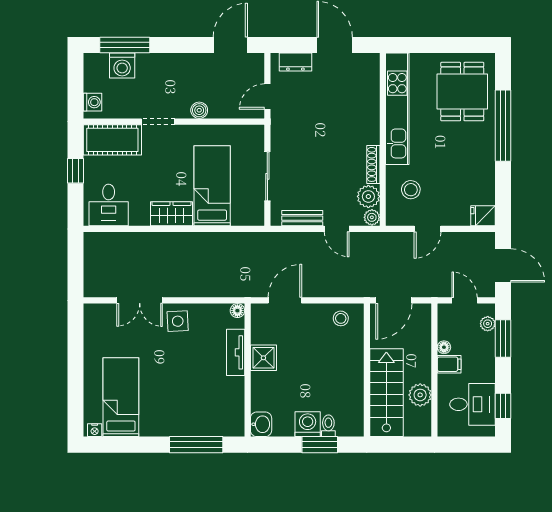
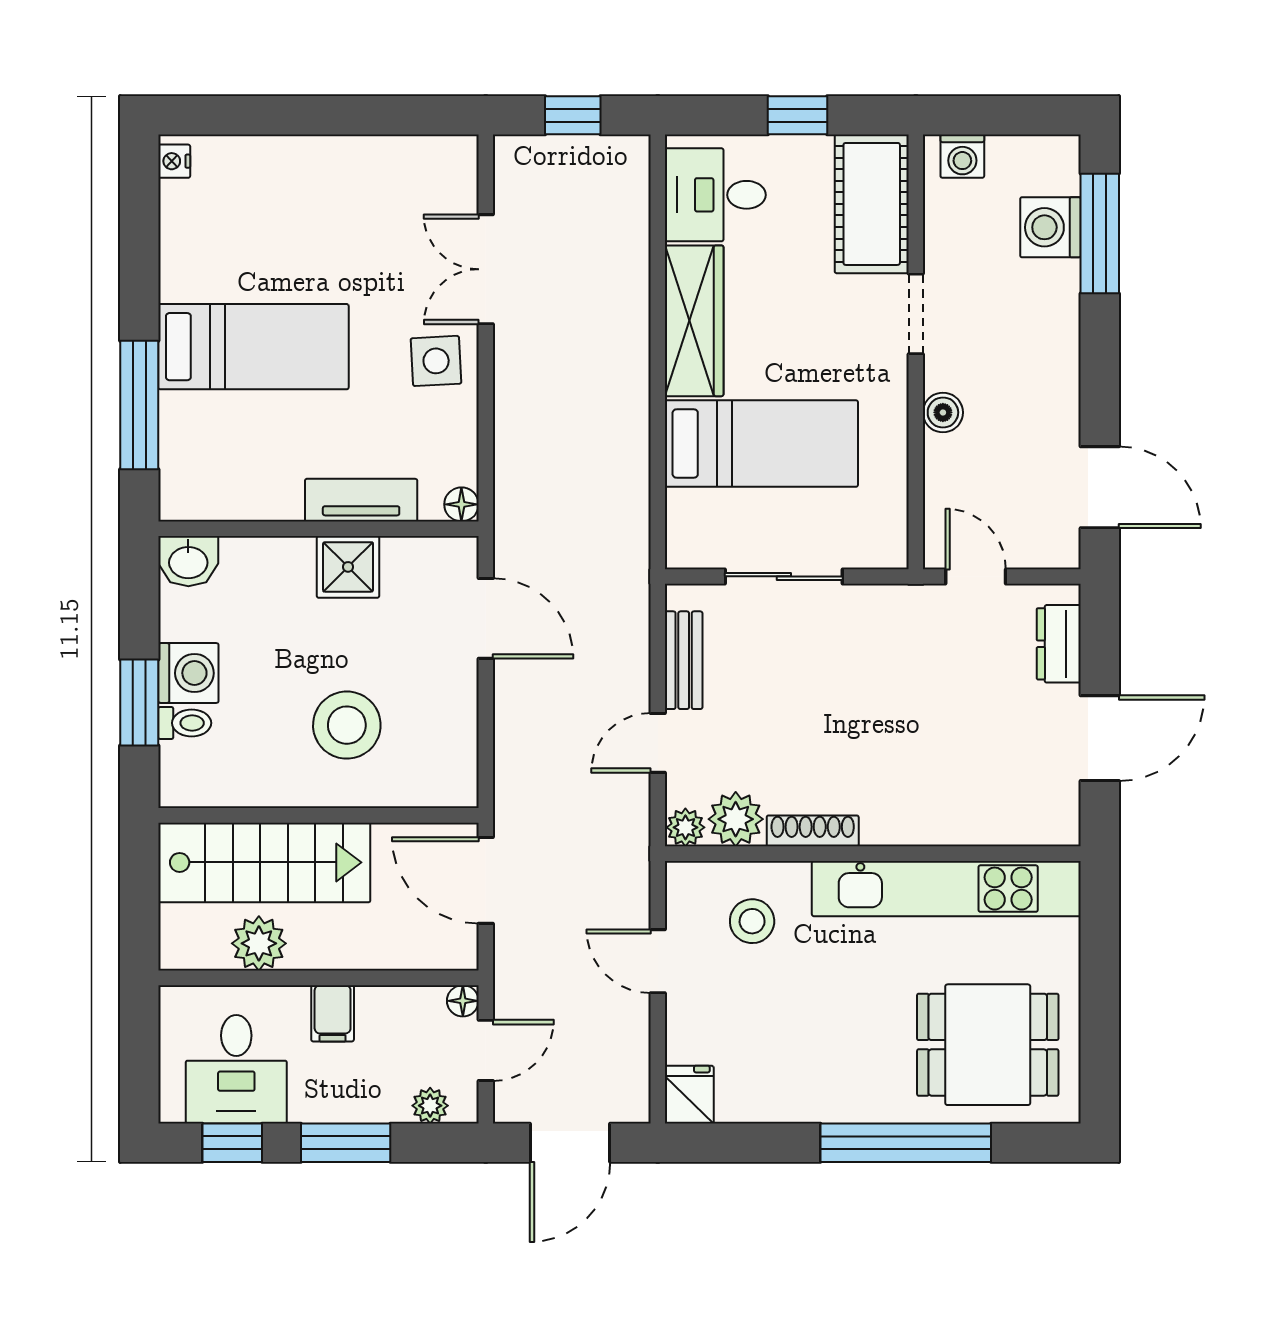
wardrobe: (171, 214) -> (694, 321), width x1.50
window: (76, 264) -> (573, 115), added
stool: (341, 318) -> (347, 725), moved, width x1.89, depth x1.89
window: (503, 339) -> (346, 1143), moved
floor lamp: (444, 347) -> (463, 1001), moved
bed: (121, 397) -> (253, 347), moved

